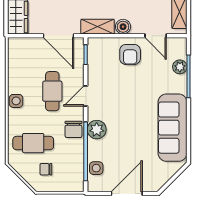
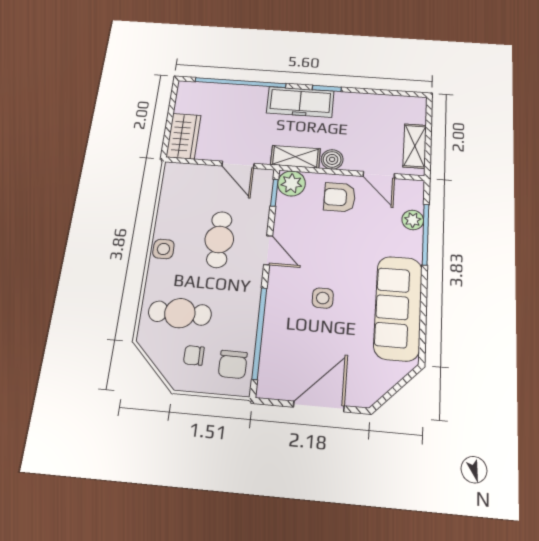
door: (58, 36) -> (238, 165), width x0.73
armchair: (130, 54) -> (340, 197), turned 90
door: (86, 96) -> (268, 250), swing flipped
chair: (73, 129) -> (233, 364), moved
plant: (97, 130) -> (291, 183), moved
side table: (96, 168) -> (323, 298), moved

